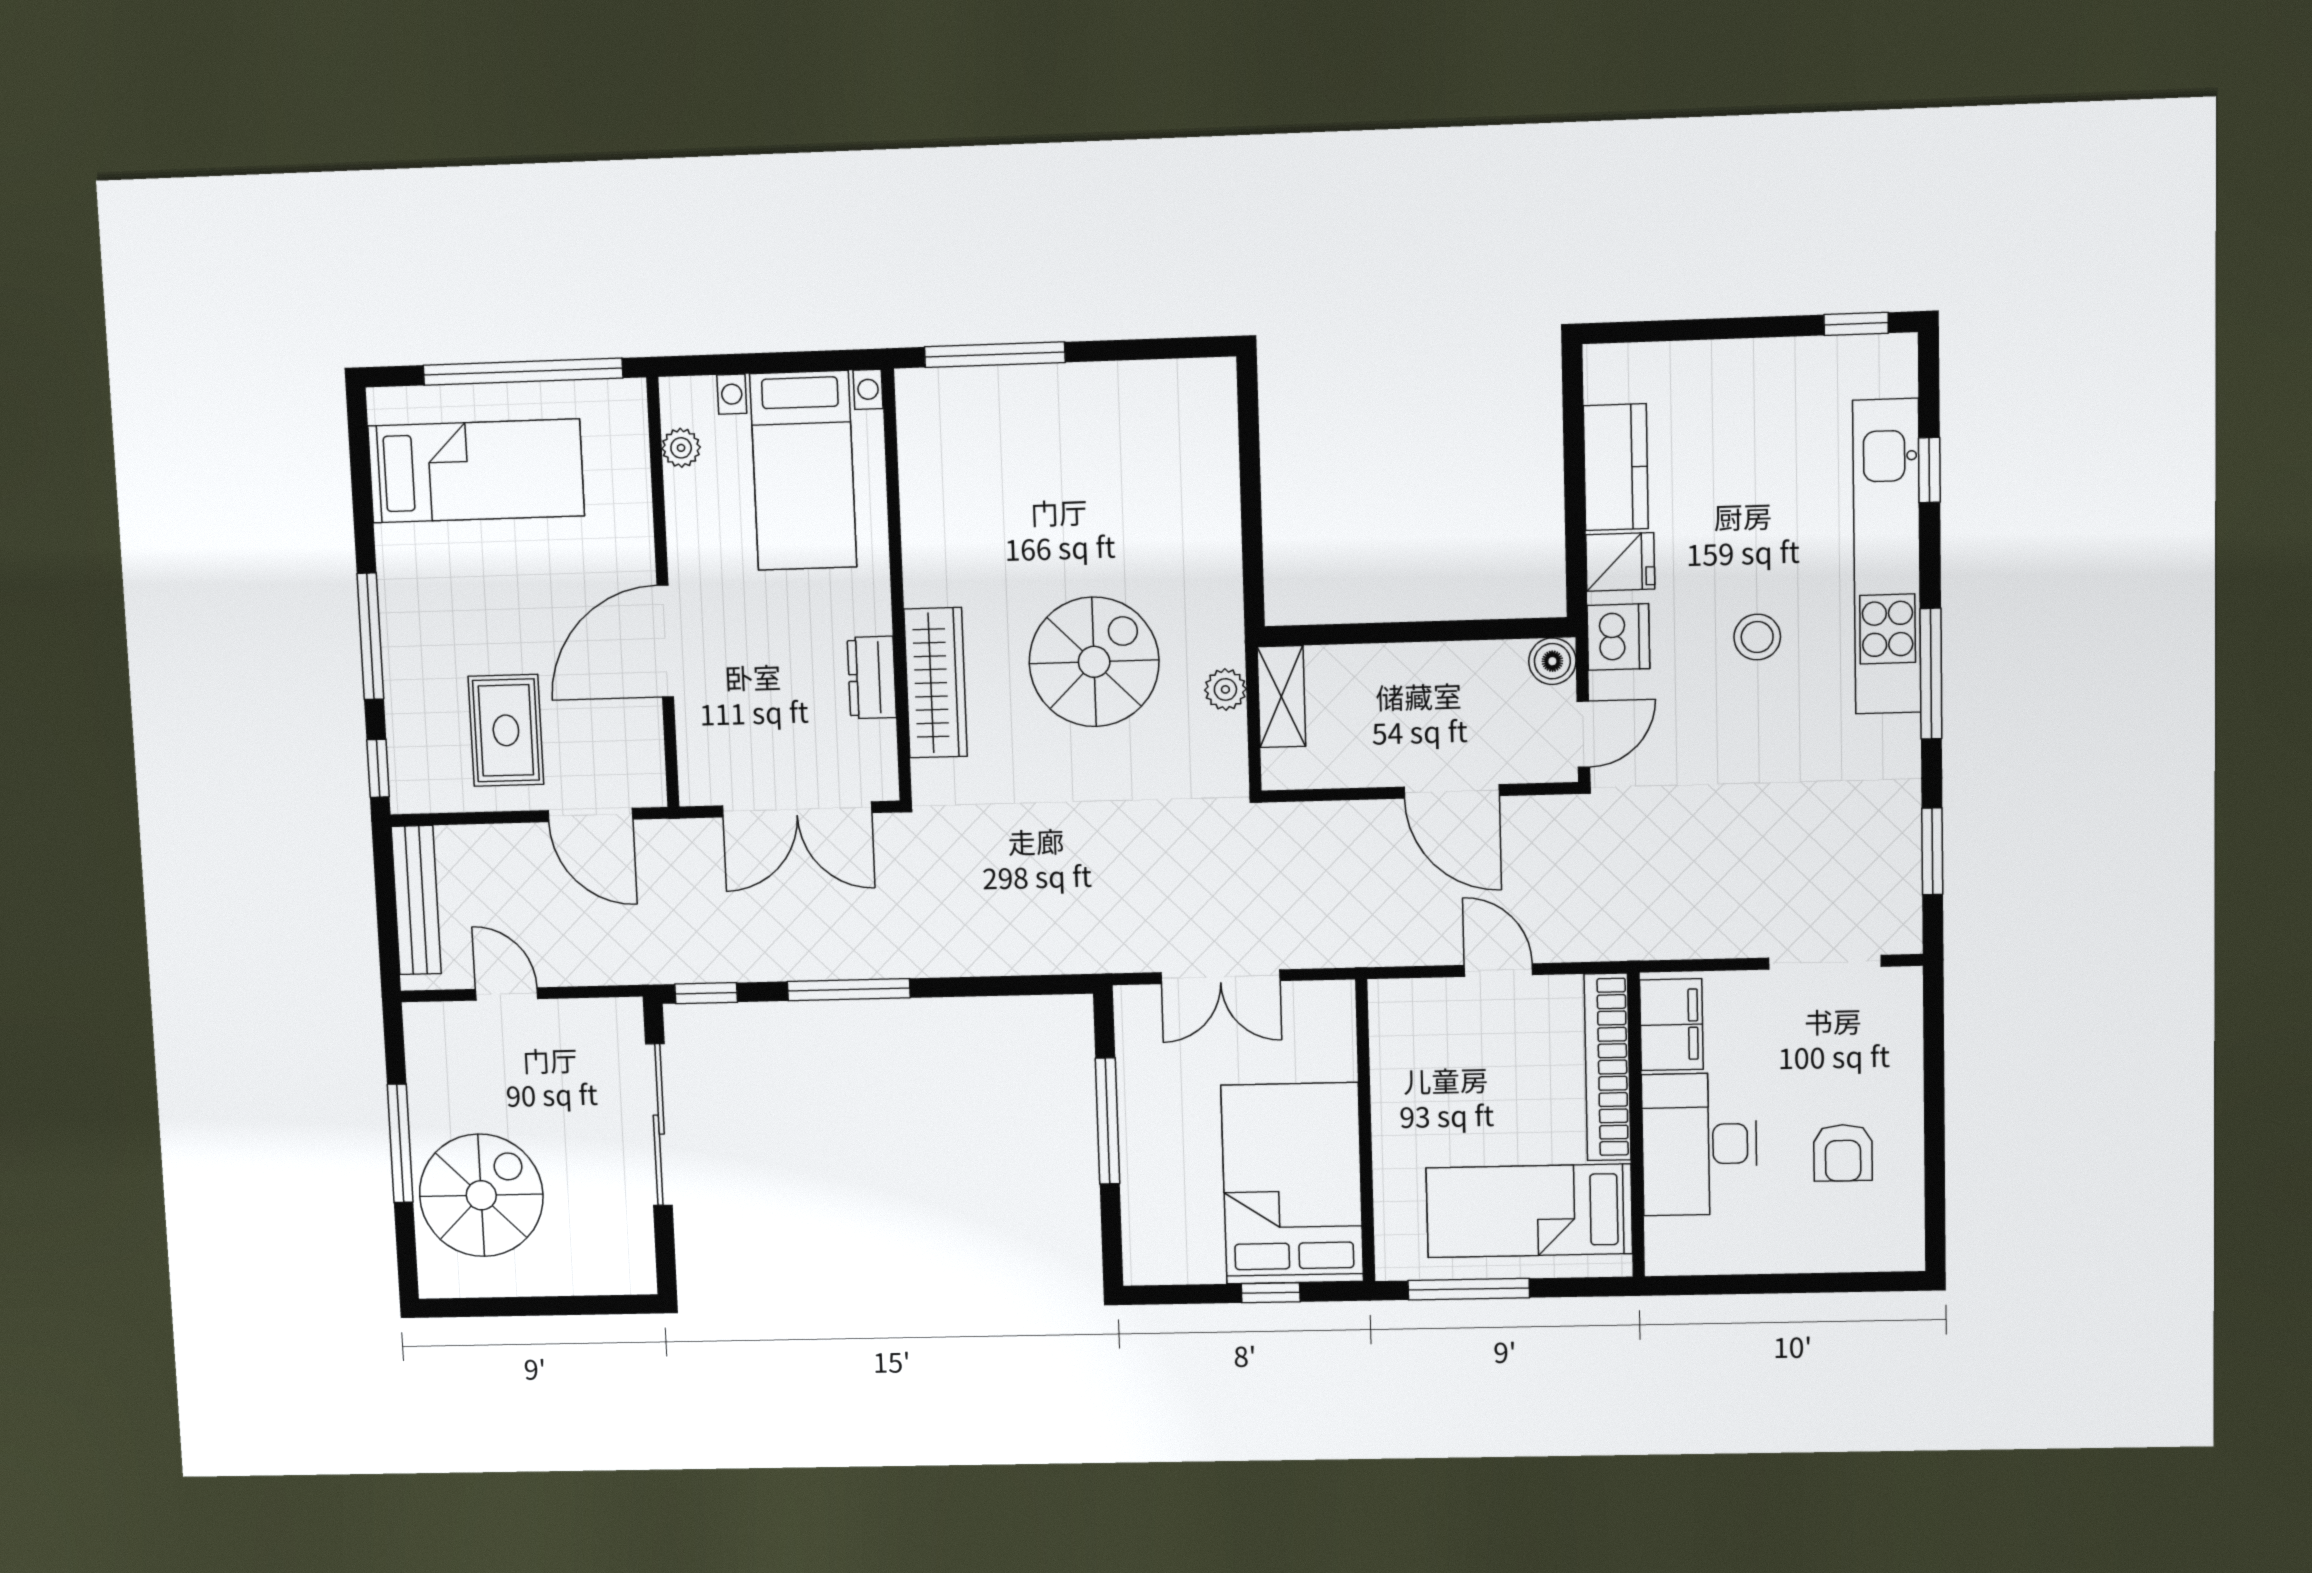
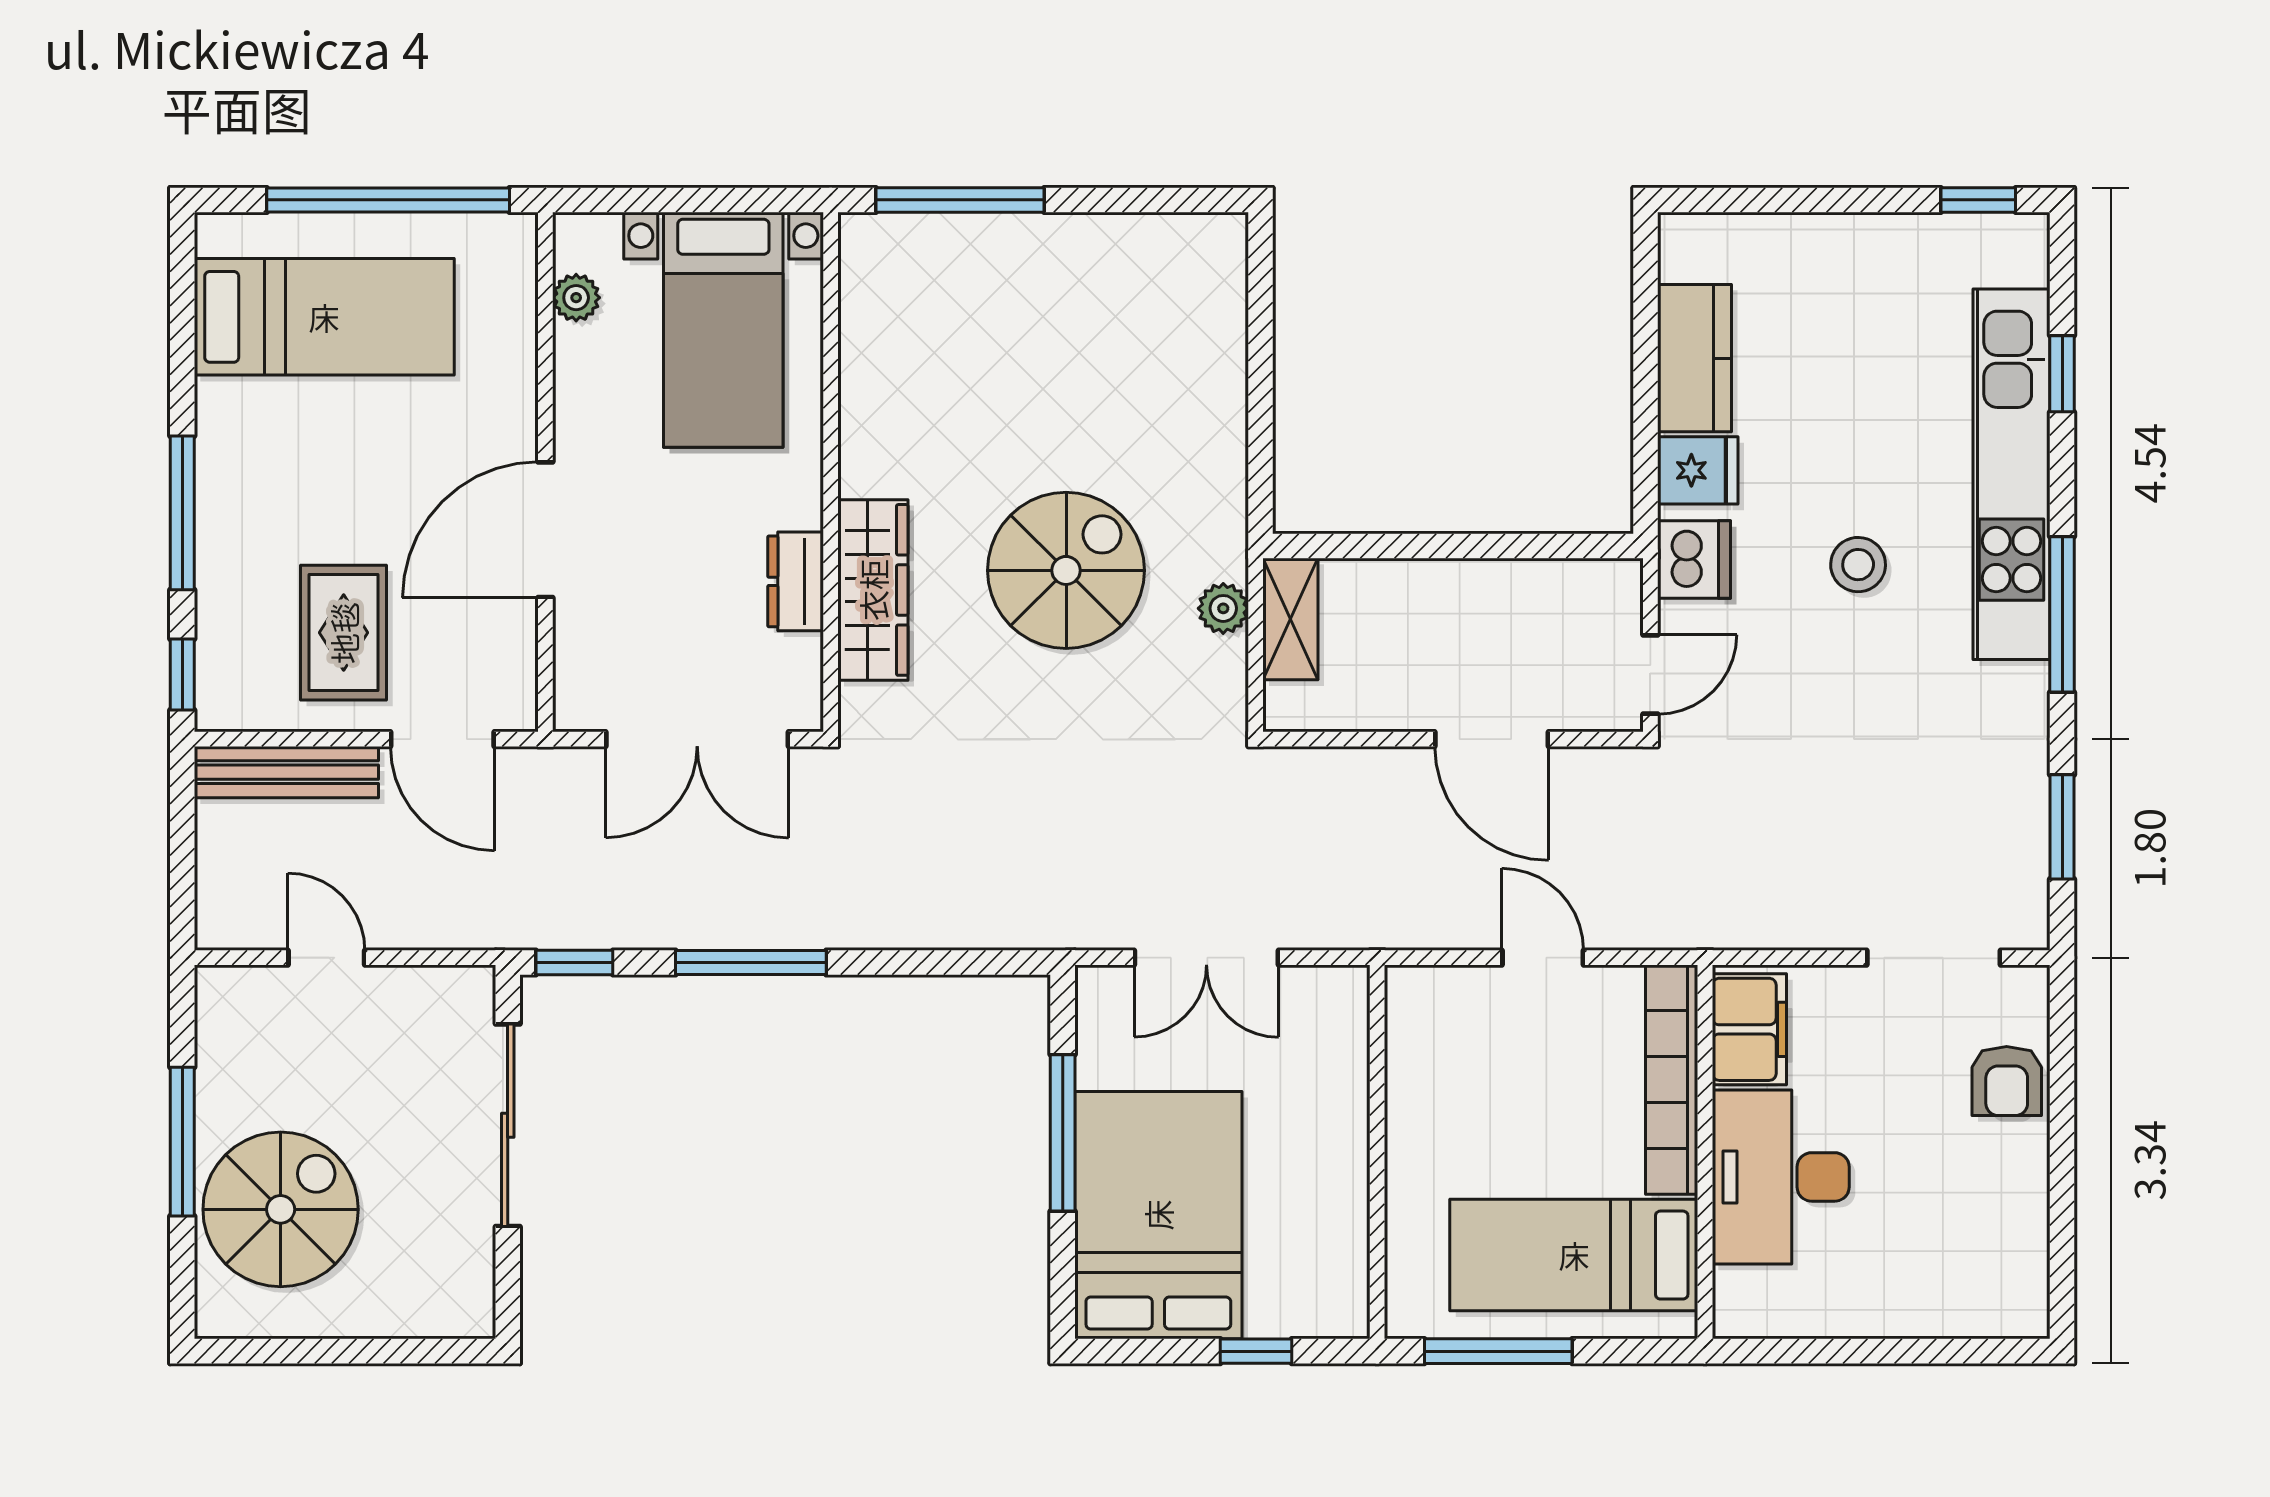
boiler: (1552, 661) -> (1615, 586), removed
bench: (416, 900) -> (286, 772), moved, turned 90
armchair: (1843, 1153) -> (2007, 1081), moved
bed: (1292, 1183) -> (1158, 1215), moved

